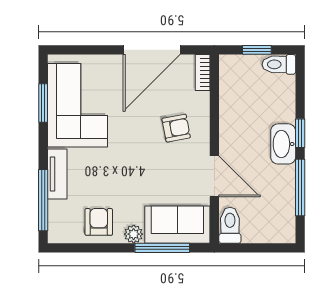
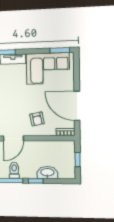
toilet: (279, 64) -> (14, 170), moved
window: (43, 103) -> (60, 50), moved
washbasin: (283, 144) -> (47, 173), moved

